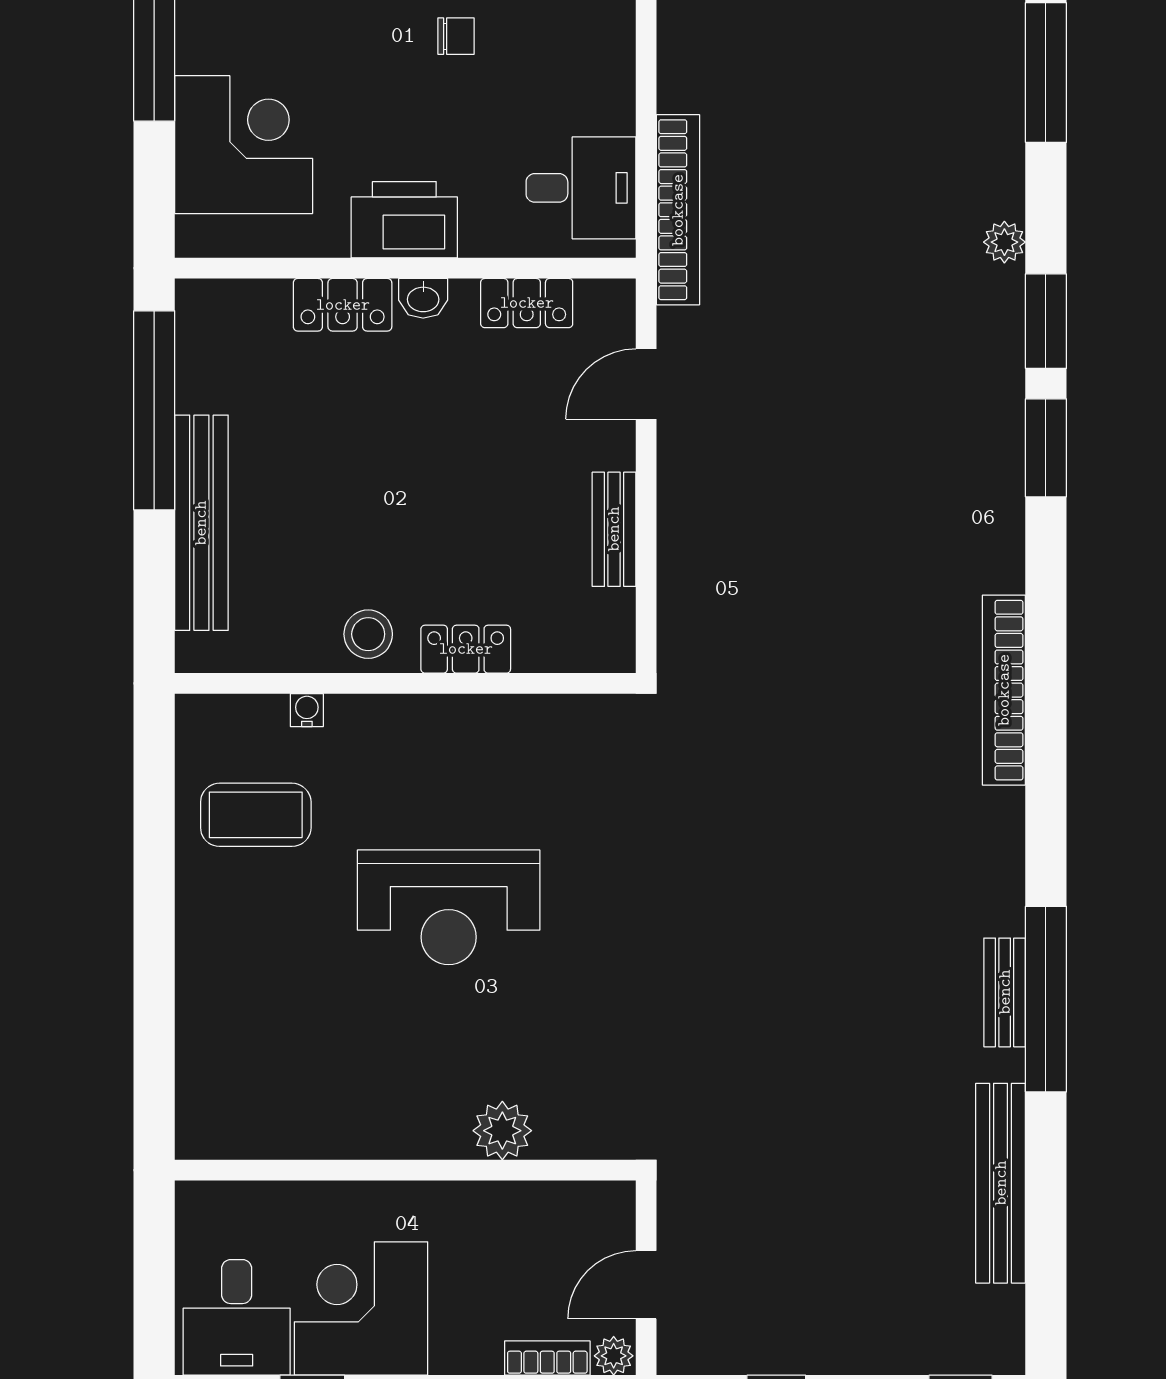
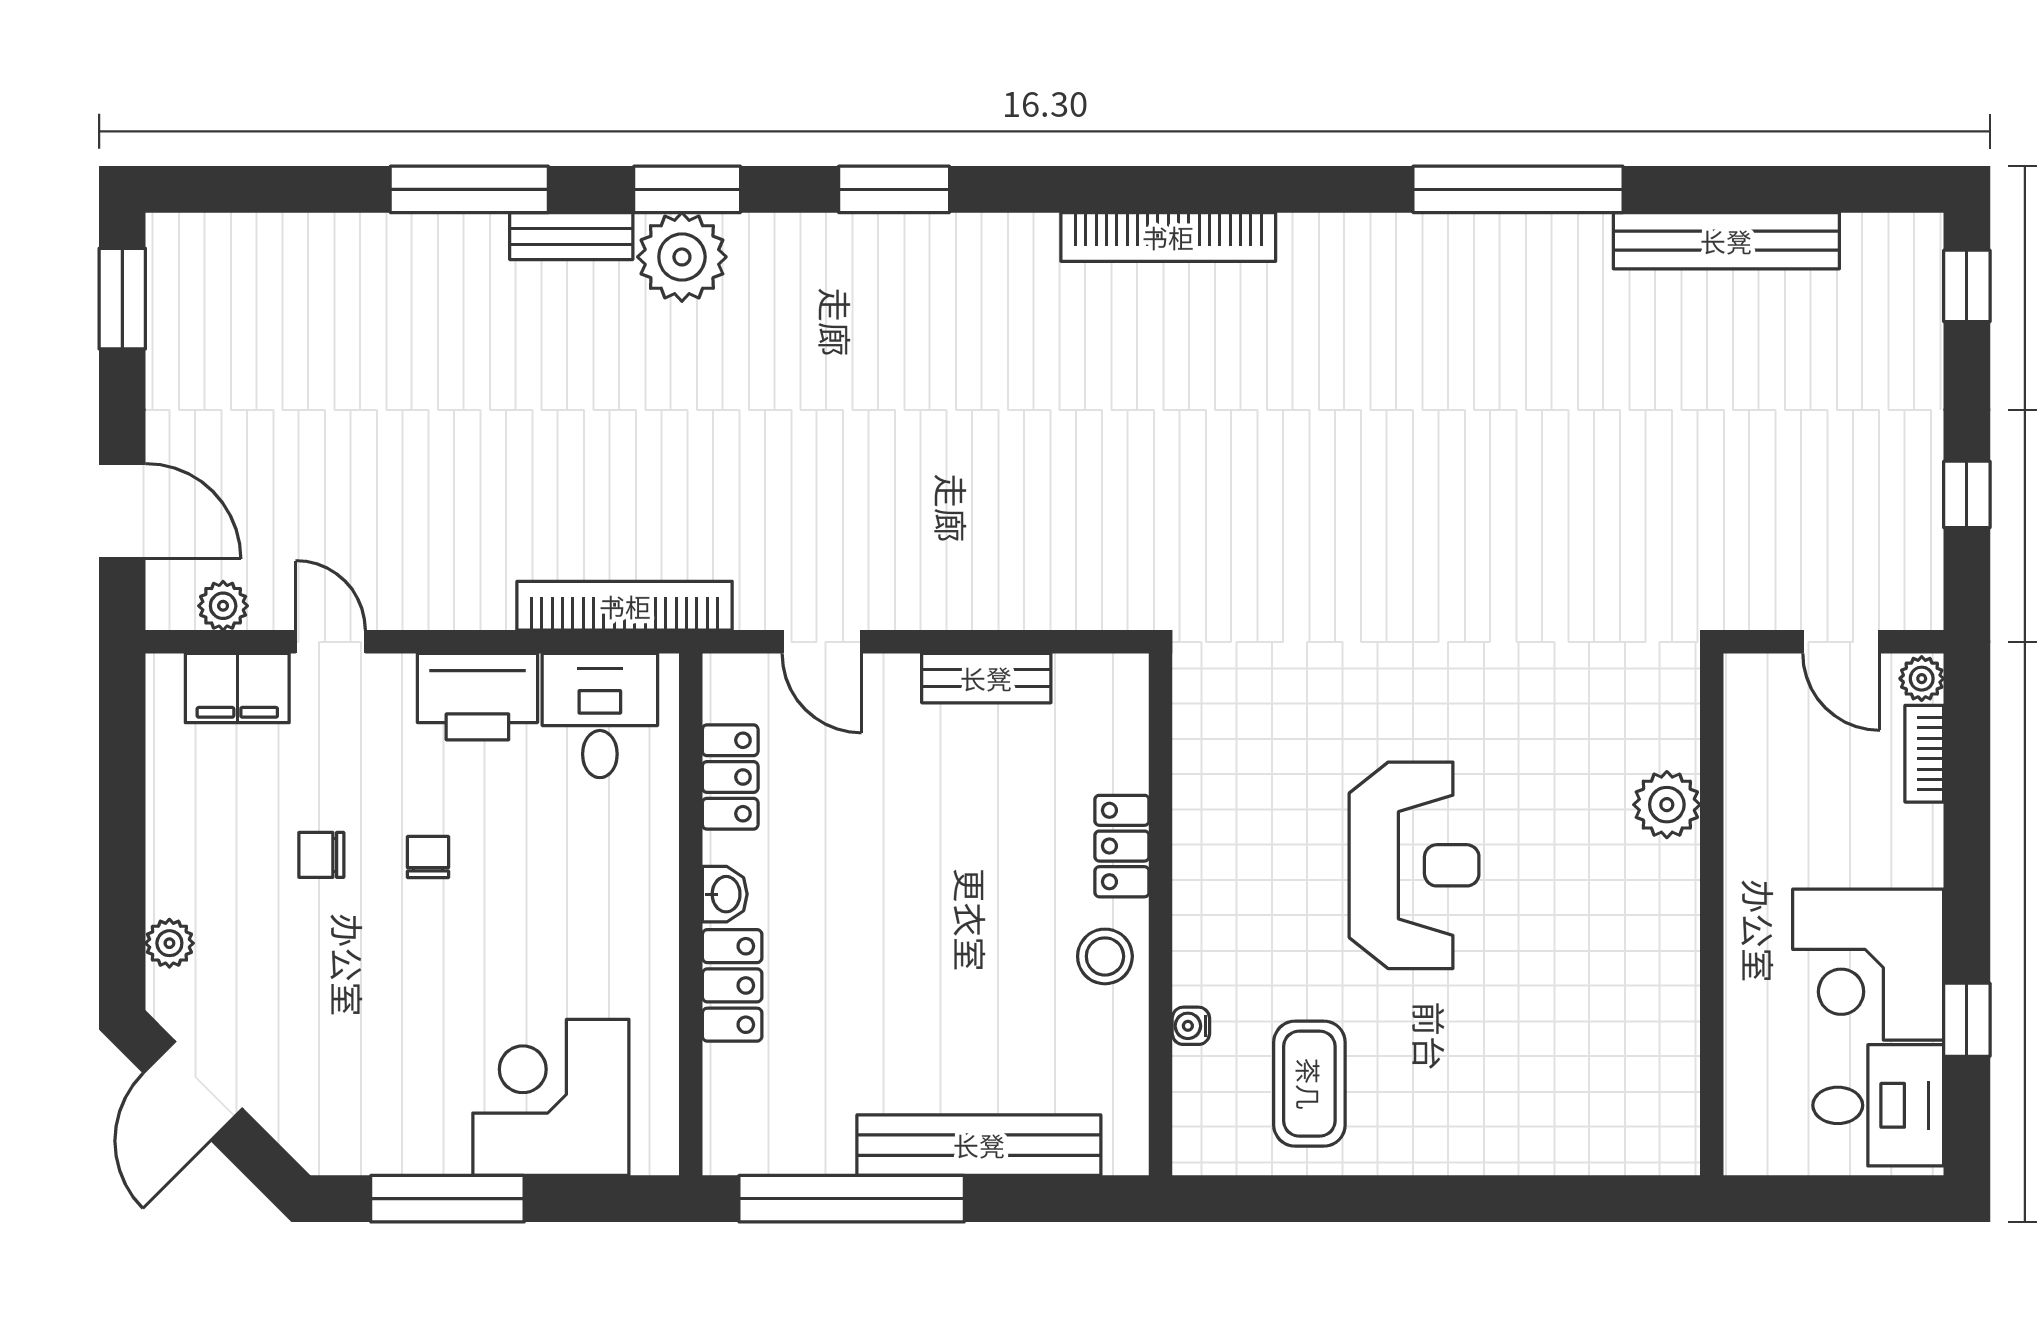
printer: (404, 220) -> (477, 697), moved, turned -90
plant: (1004, 242) -> (682, 257), width x1.88, depth x1.88
window: (1046, 321) -> (687, 189), moved
bench: (1005, 992) -> (571, 236), moved

